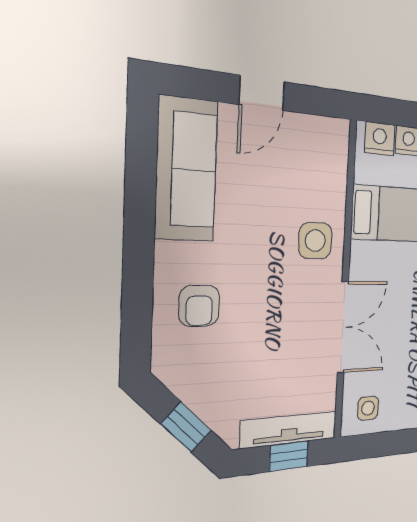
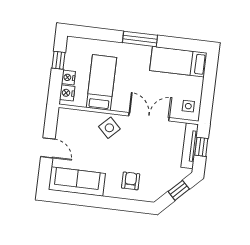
side table: (315, 241) -> (109, 128), turned 45
armchair: (199, 306) -> (131, 181), turned -90

